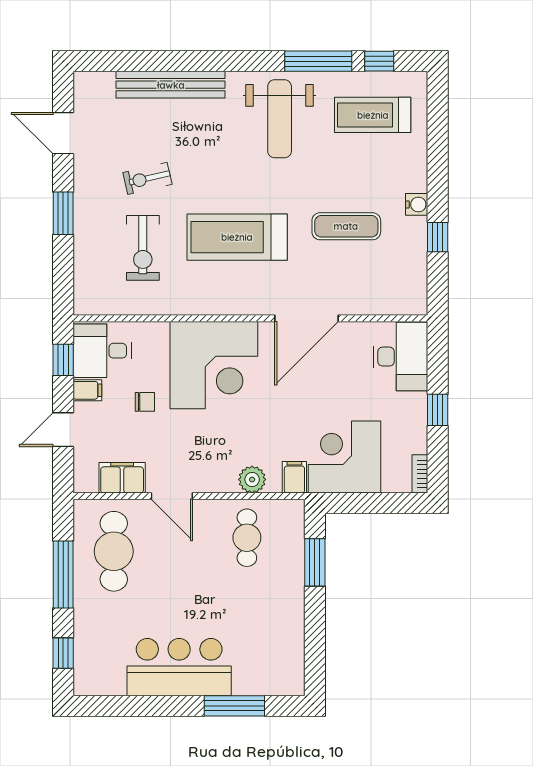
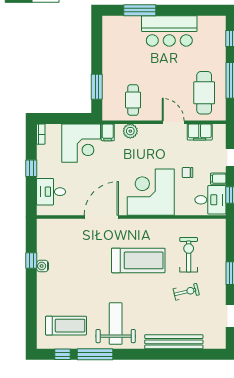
water cooler: (417, 204) -> (43, 266), moved
exercise mat: (346, 226) -> (80, 266), removed
desk: (401, 357) -> (51, 192), width x0.73

